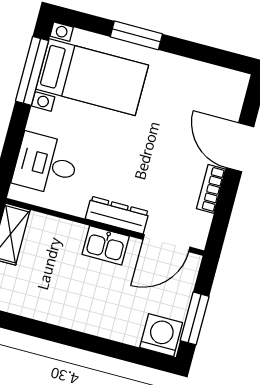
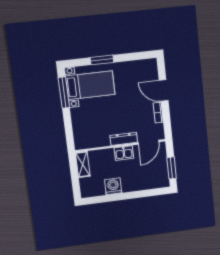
desk: (46, 164) -> (86, 130), removed
washing machine: (161, 335) -> (113, 186), moved

